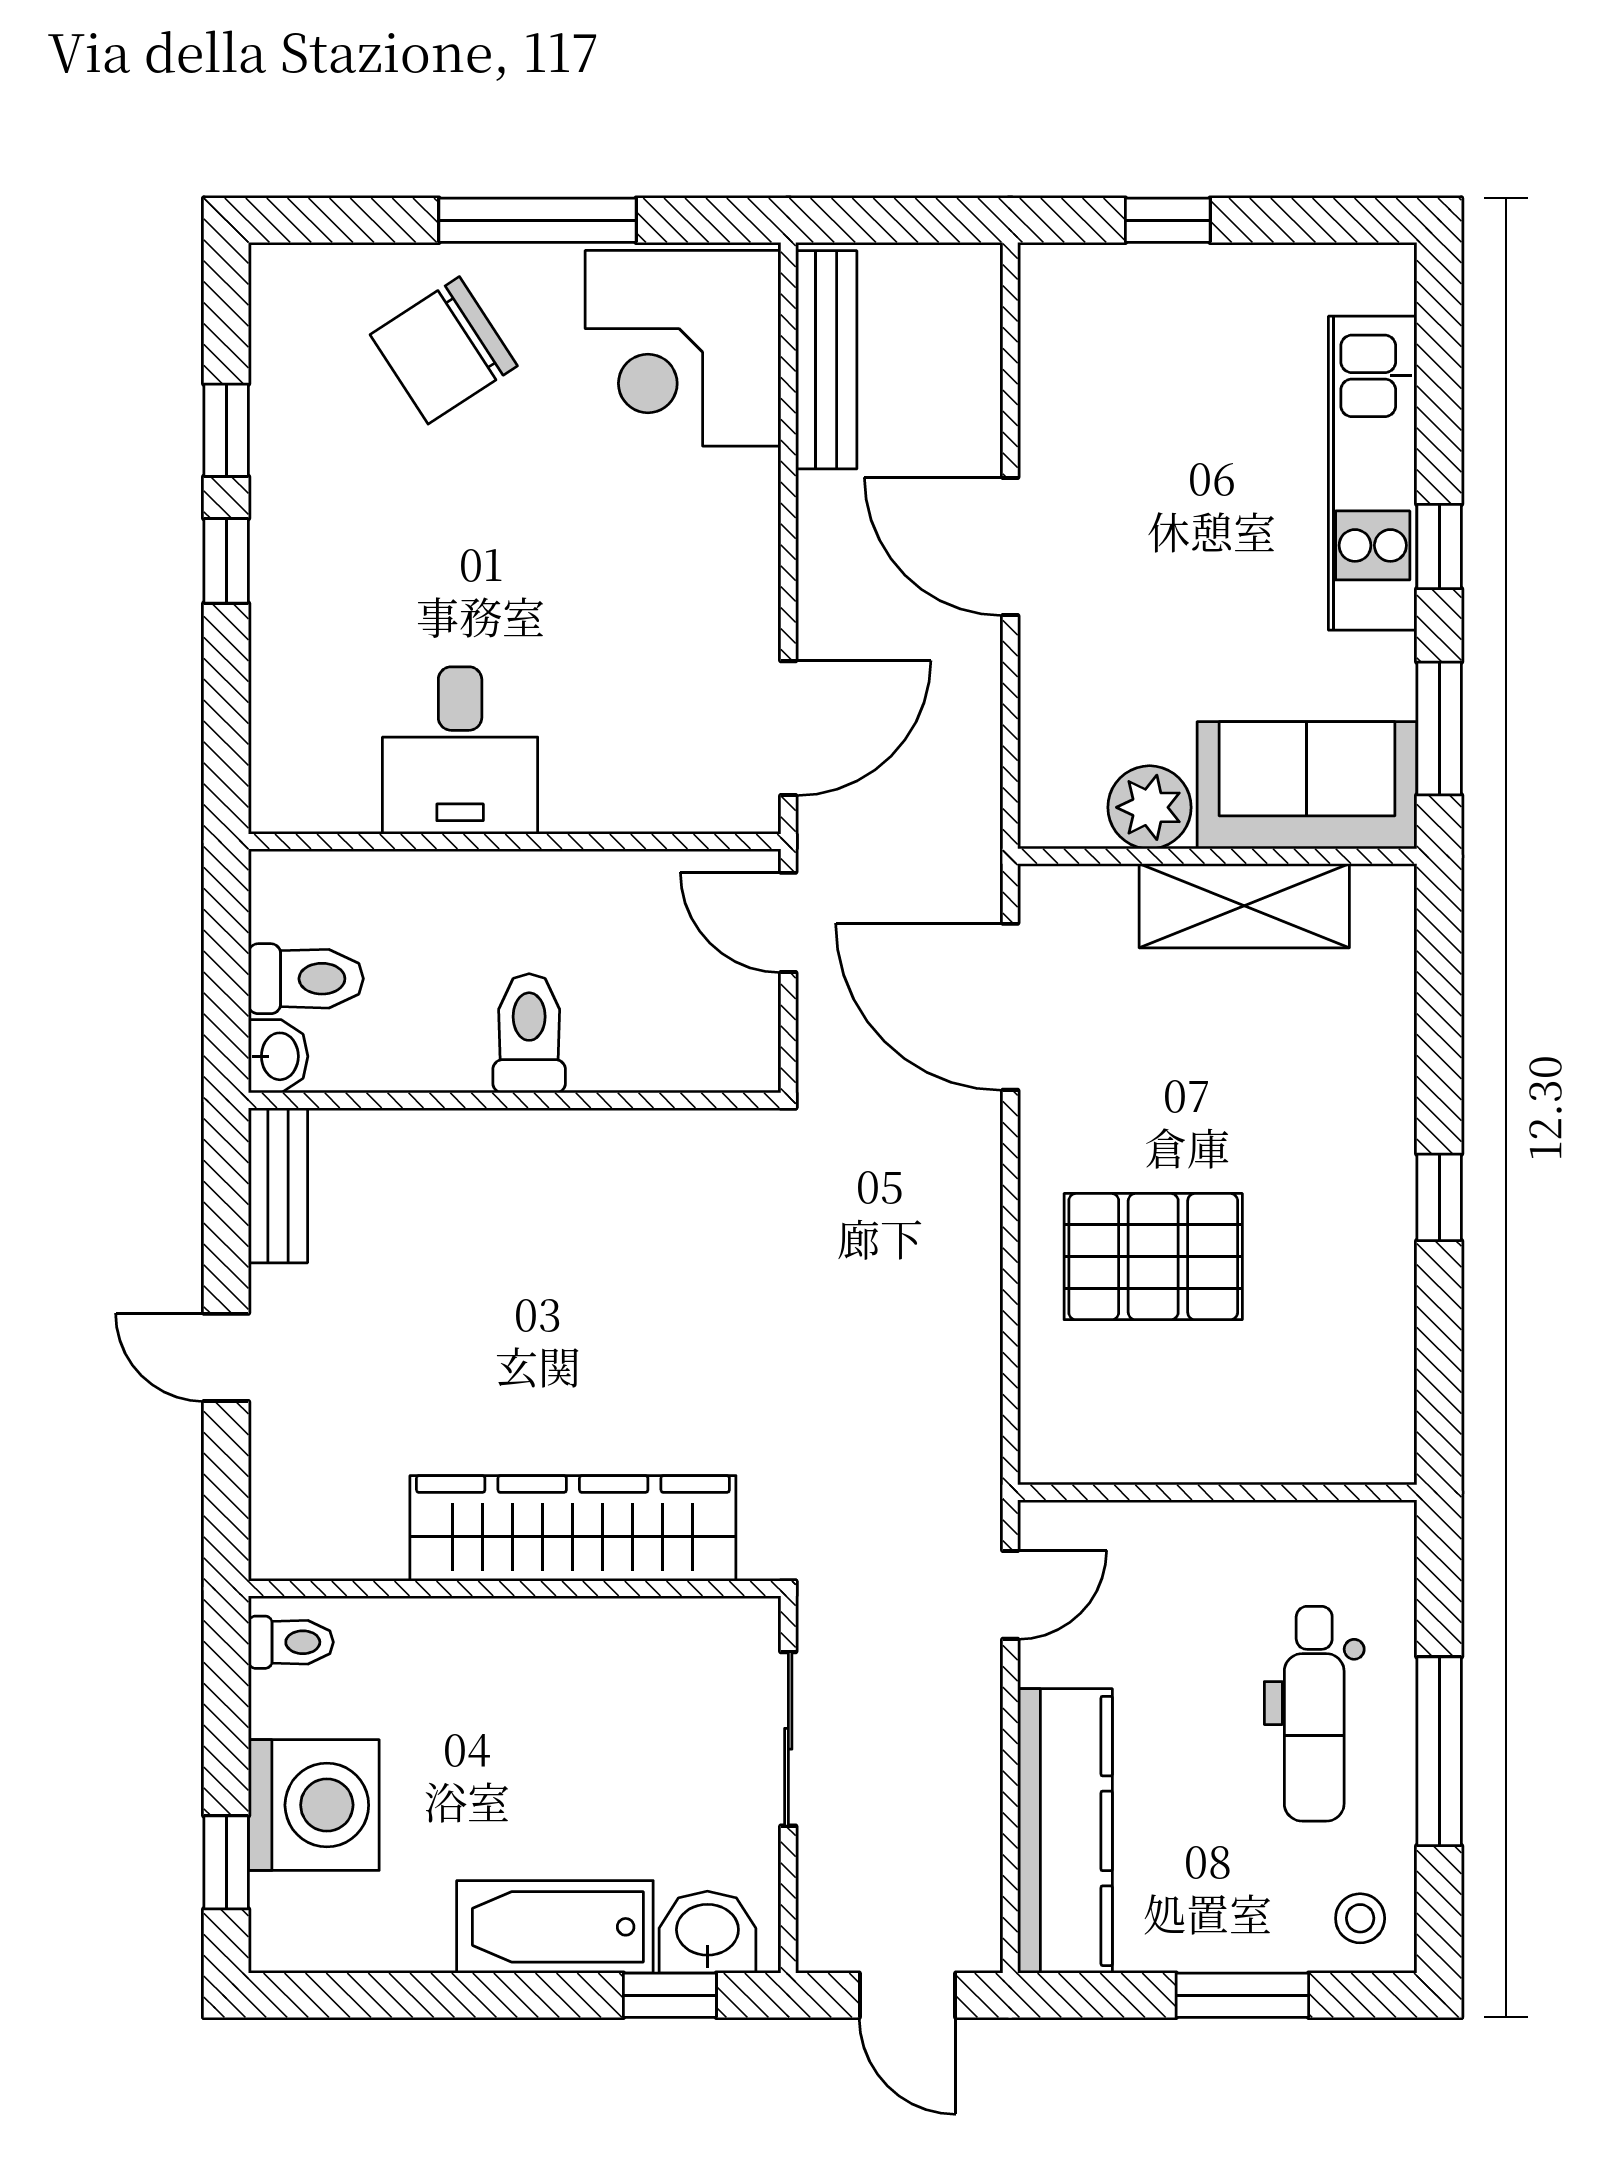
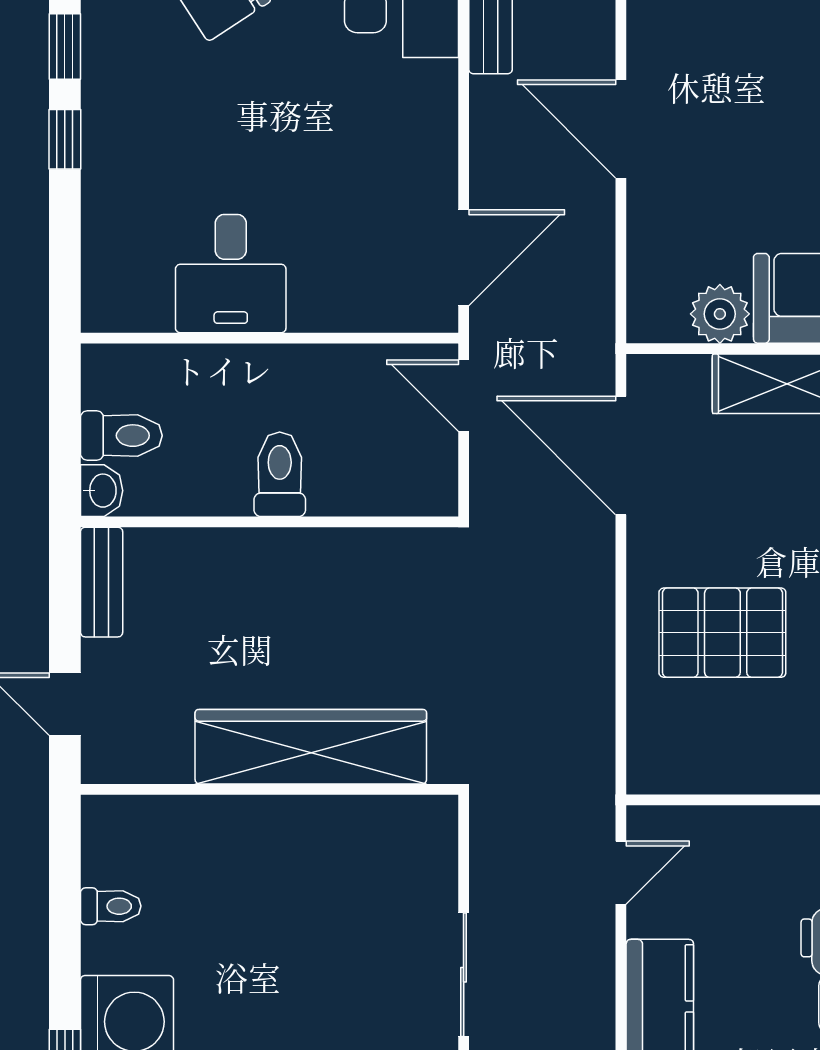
wardrobe: (573, 1528) -> (311, 747), moved
wall: (515, 1589) -> (269, 789), moved

